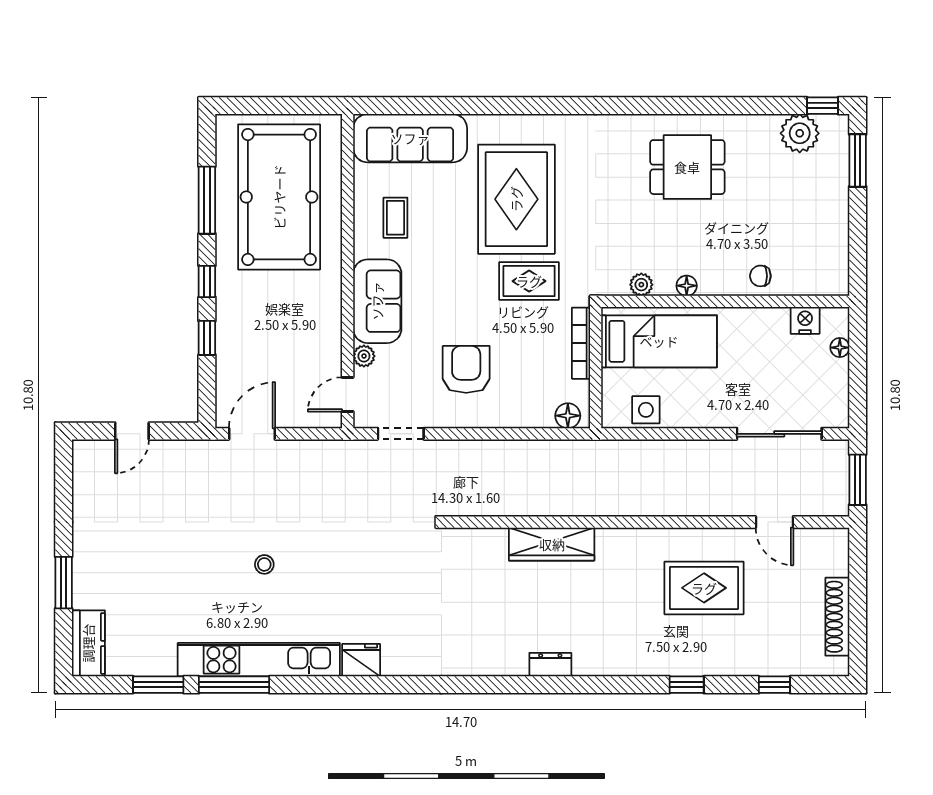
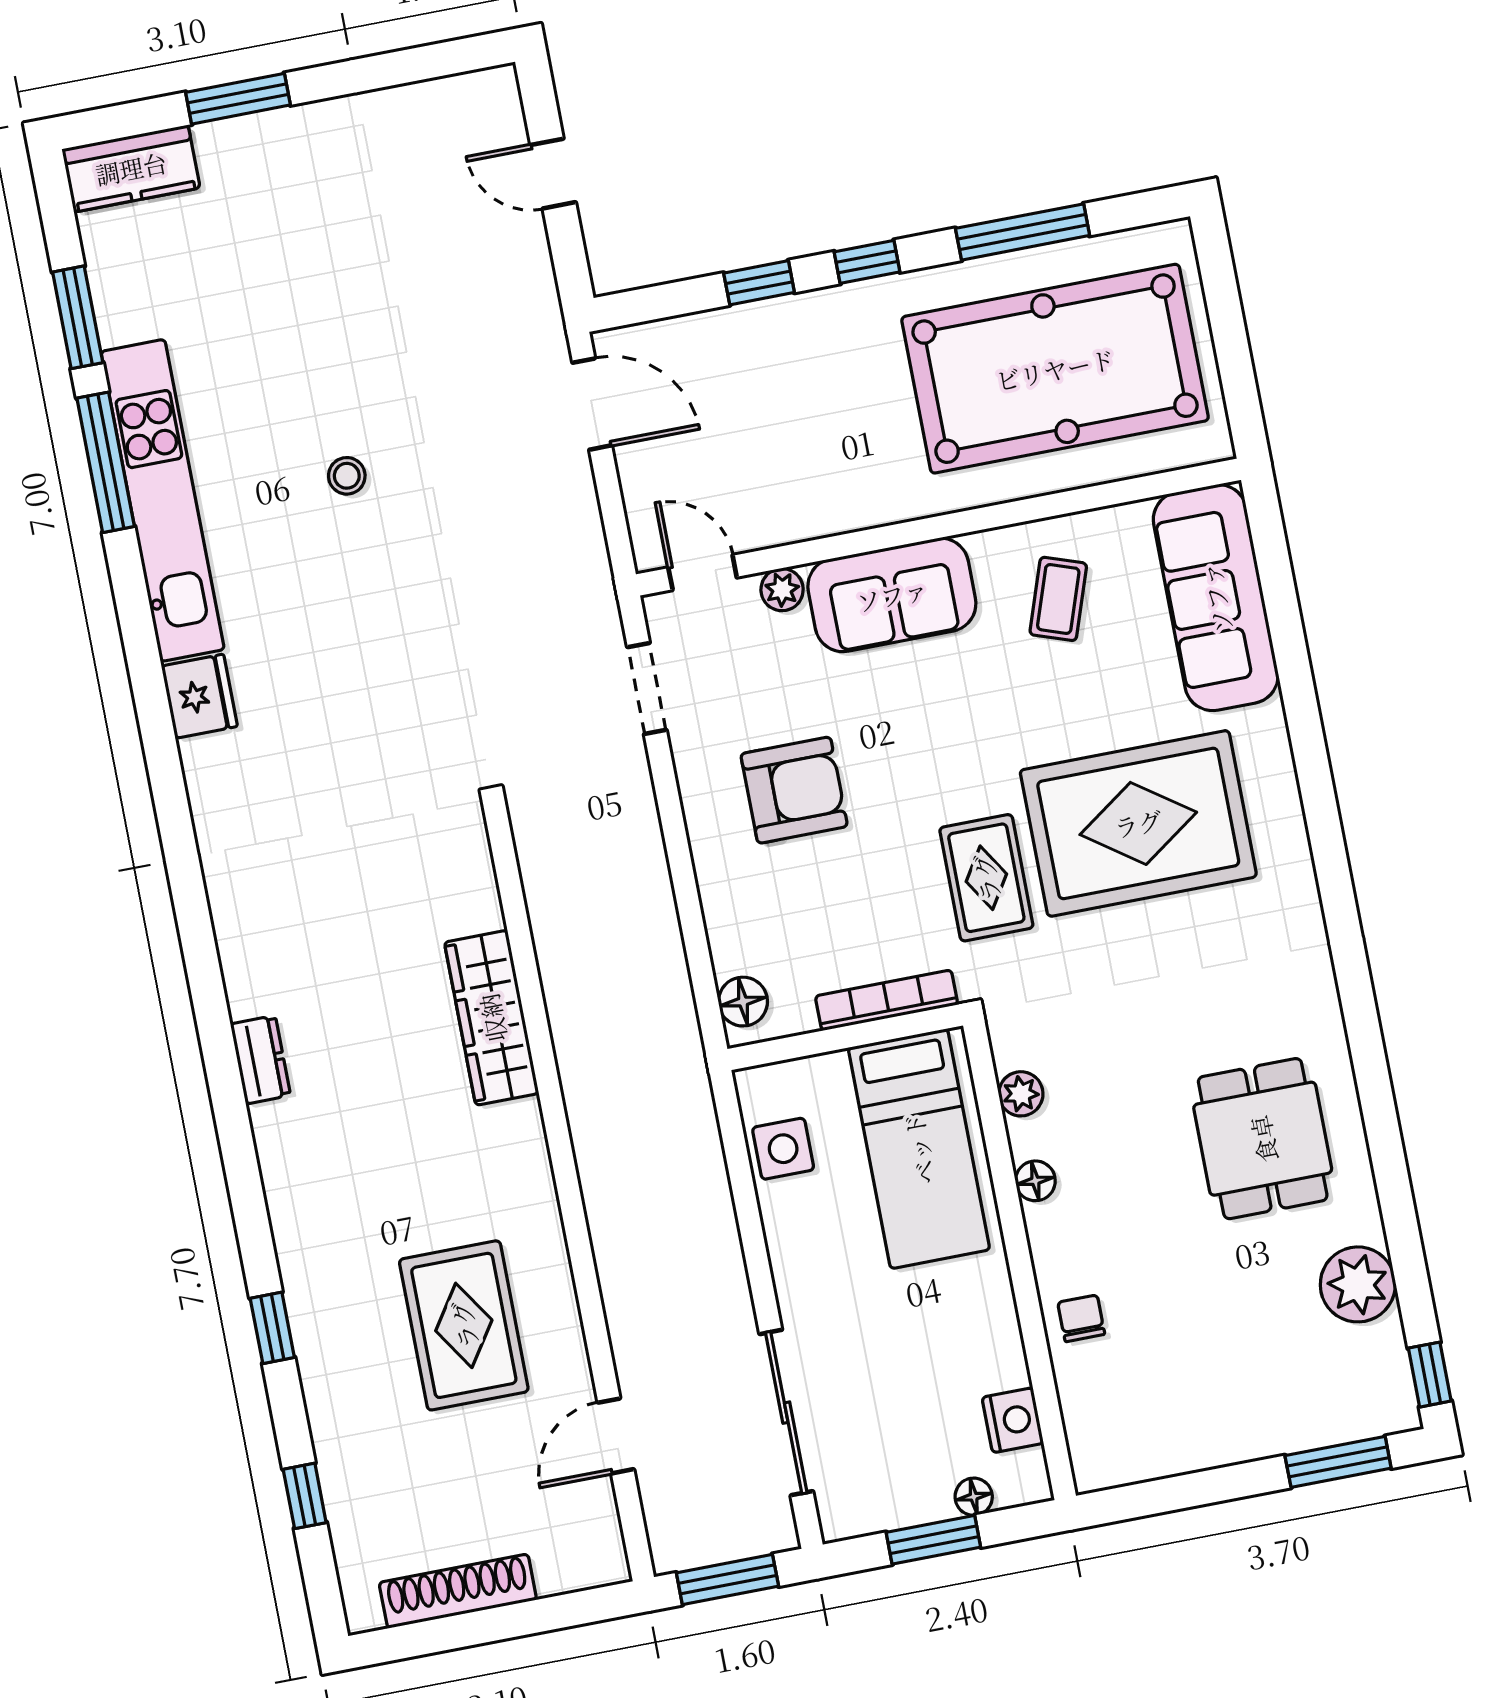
plant: (800, 133) -> (1358, 1284), moved
coffee table: (395, 218) -> (1058, 599), turned -71
window: (858, 372) -> (933, 1540), added

